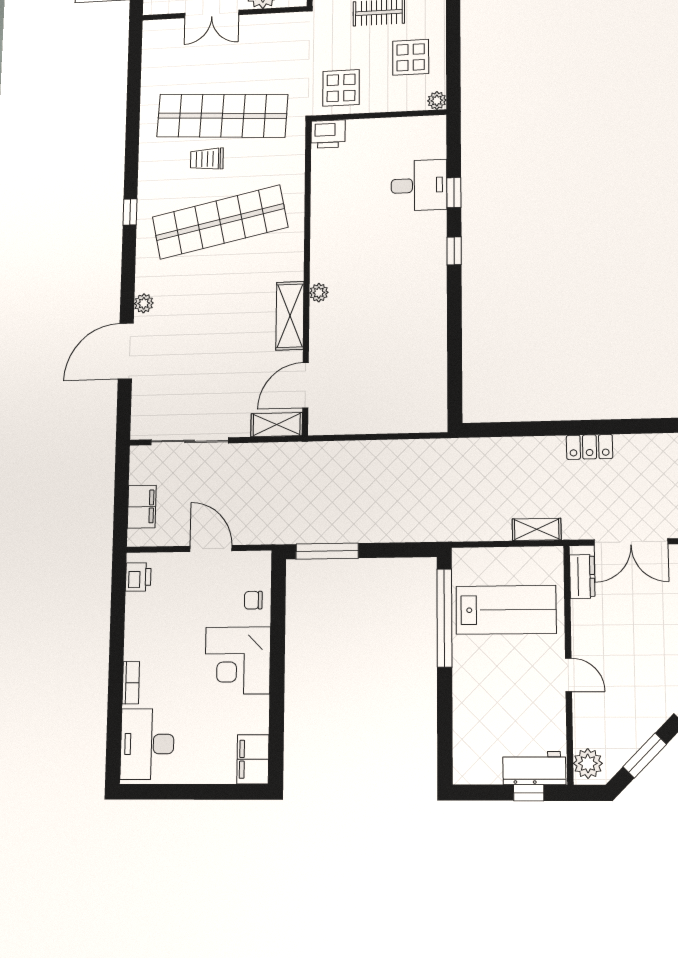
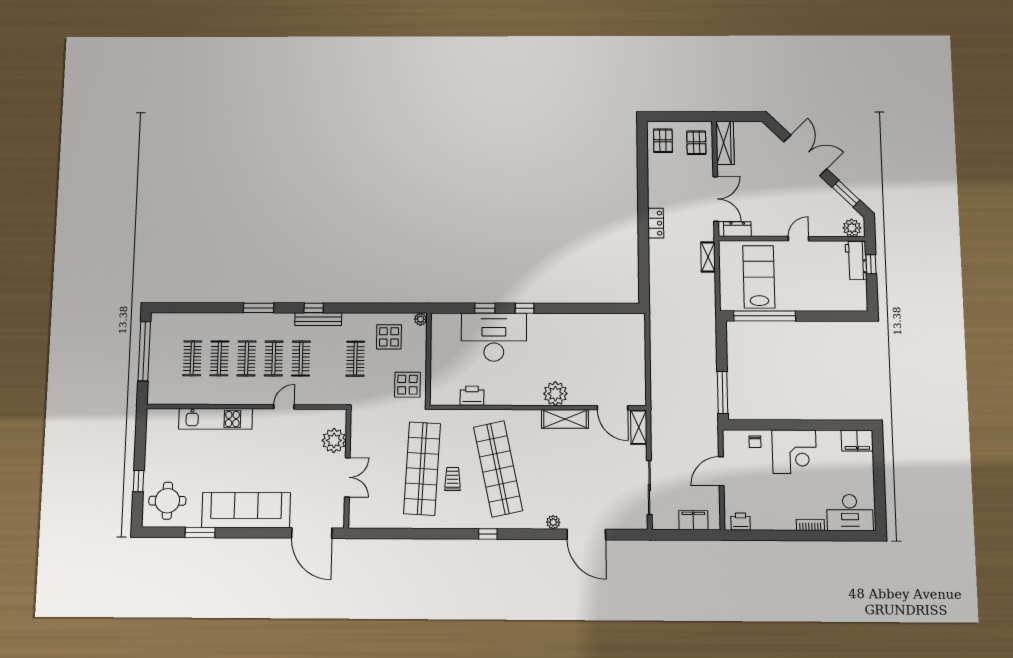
printer: (328, 134) -> (472, 396), moved, turned -90
trolley: (207, 159) -> (453, 479), turned 180
desk: (419, 185) -> (494, 337), width x1.87, depth x1.30
plant: (319, 293) -> (555, 394), width x1.88, depth x1.88

